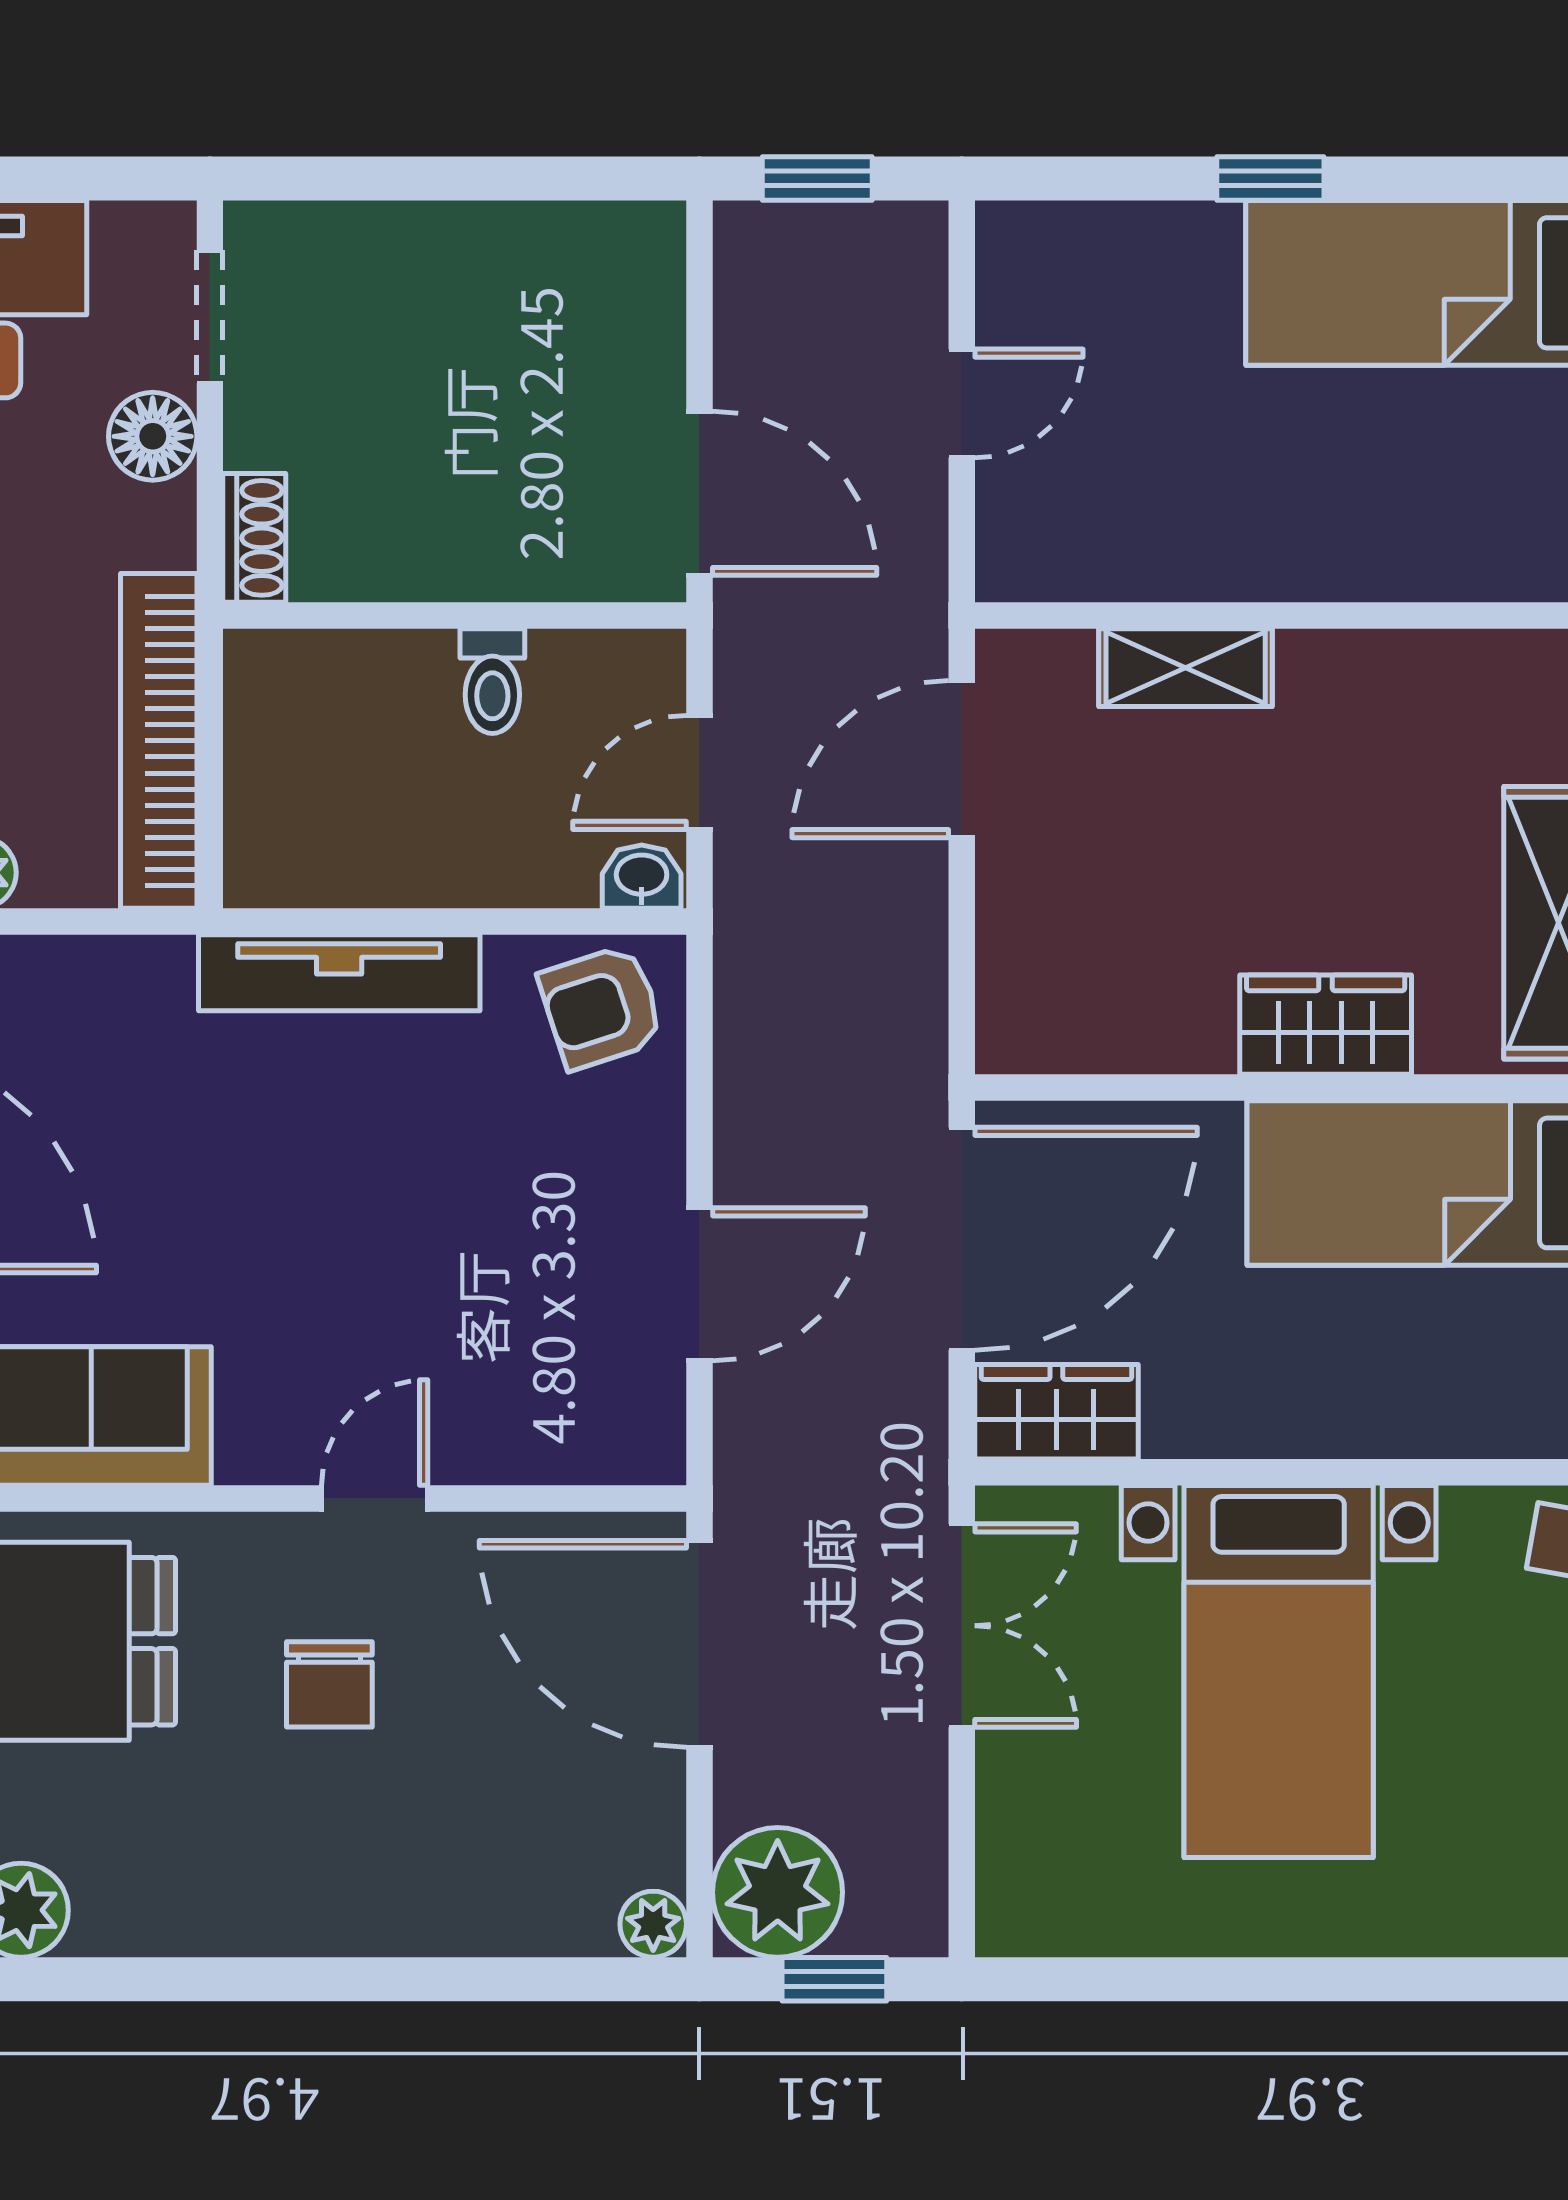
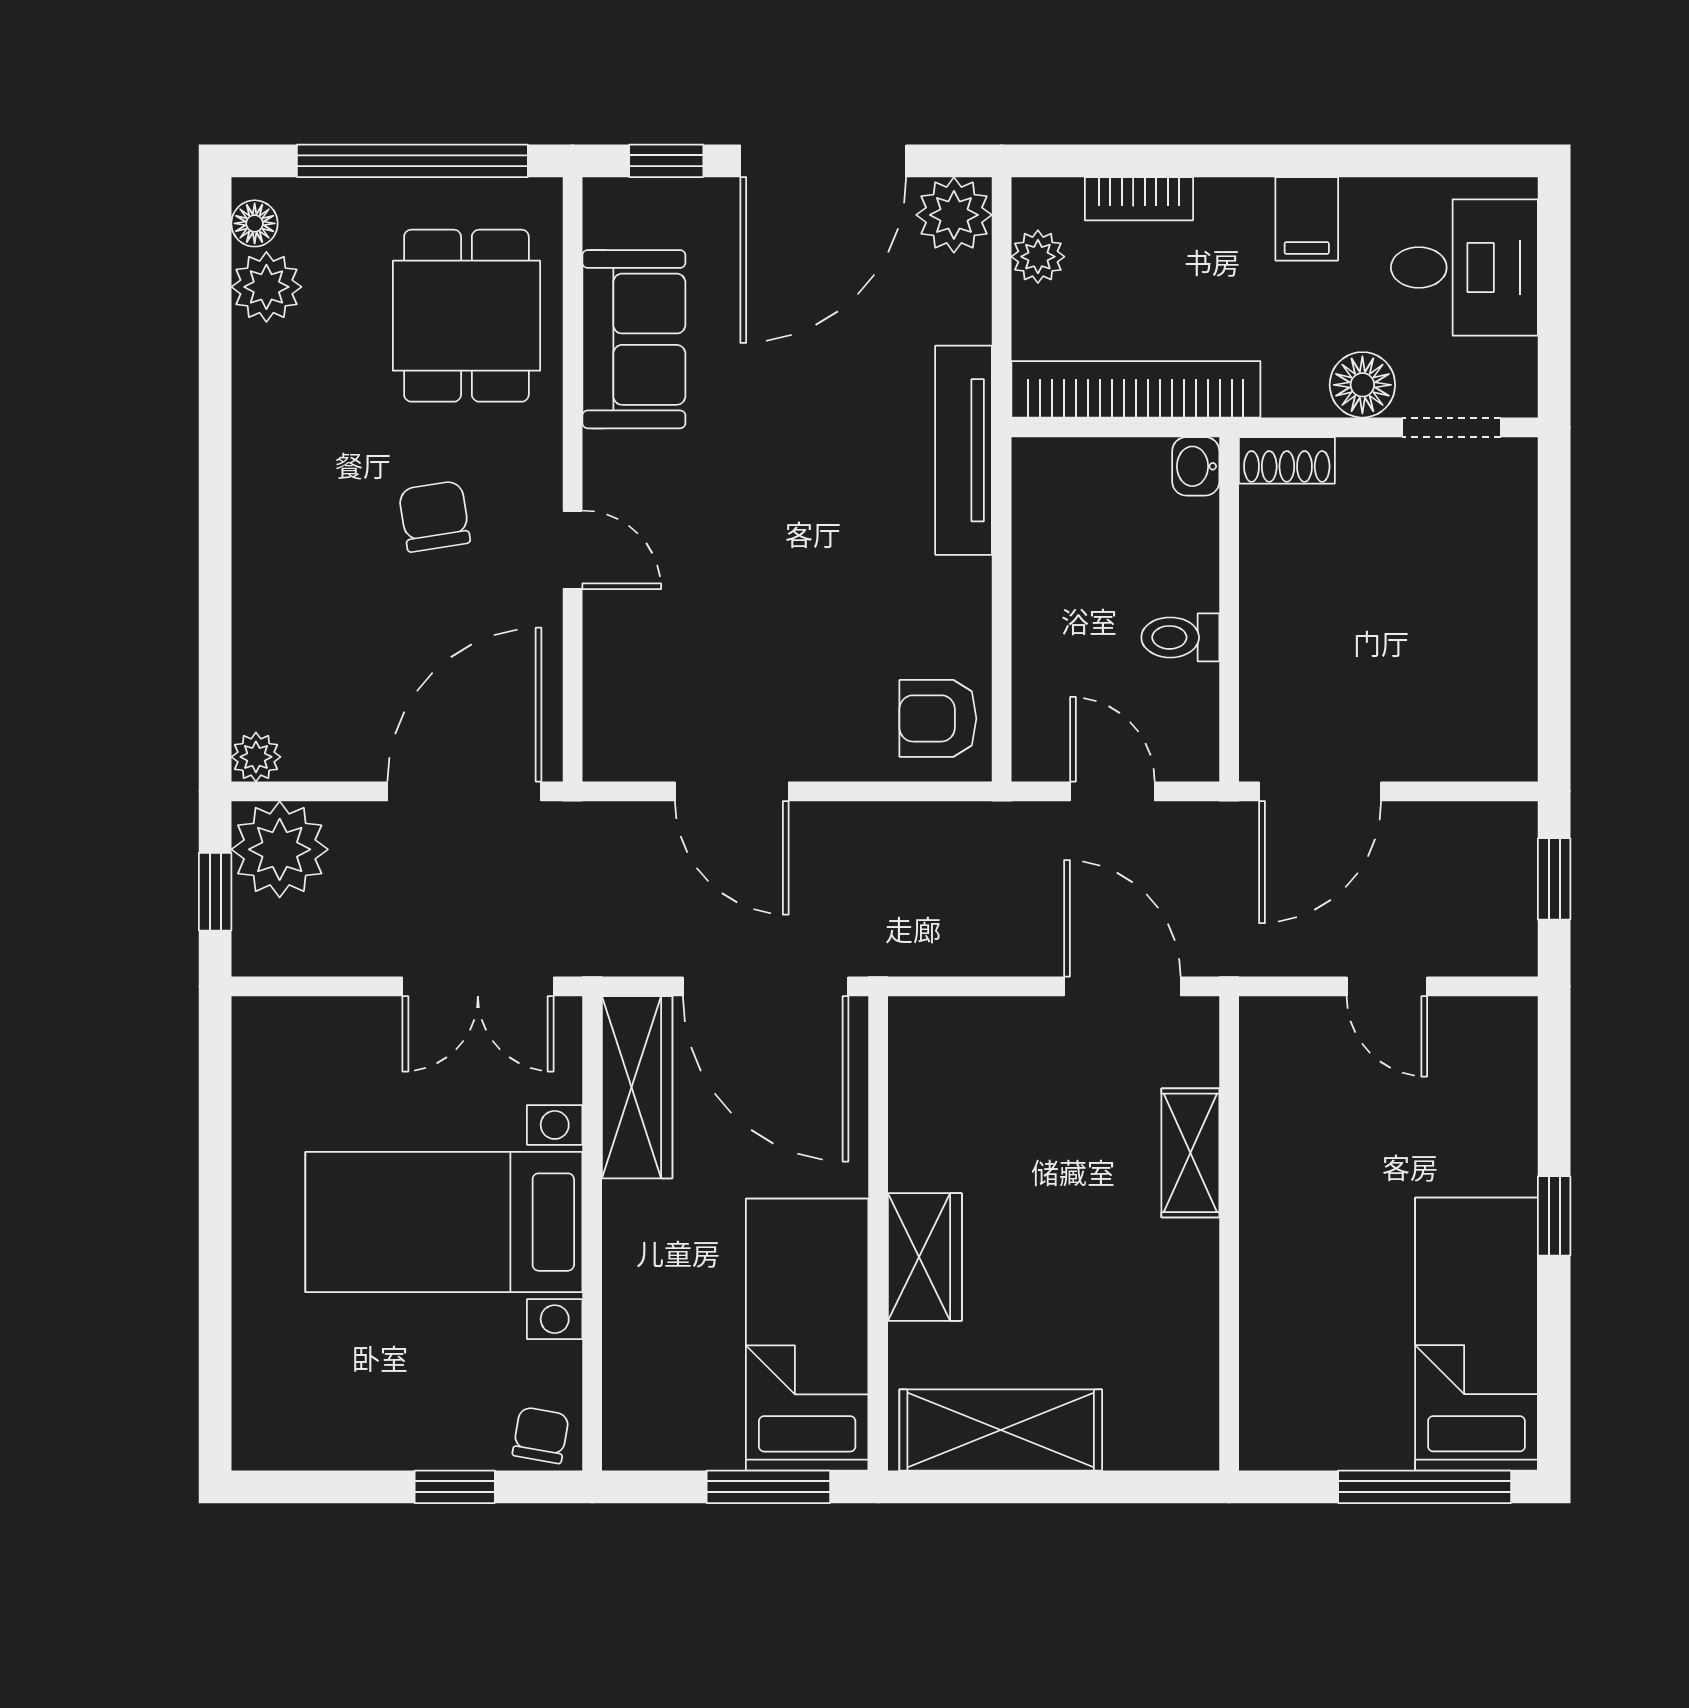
washbasin: (642, 877) -> (1196, 466), moved, turned 180
tv unit: (339, 973) -> (964, 450), moved
armchair: (601, 1007) -> (938, 718), turned -72
wardrobe: (1056, 1412) -> (637, 1087), width x1.50
chair: (329, 1684) -> (434, 516), turned 81

